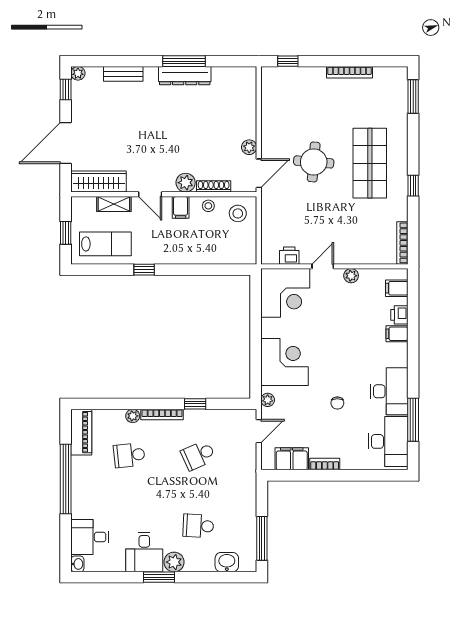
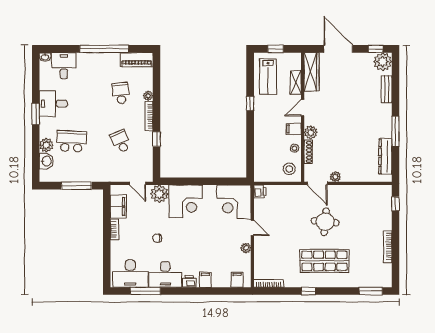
plant: (78, 73) -> (383, 62), width x1.88, depth x1.88
dresser: (185, 76) -> (385, 156), moved
printer: (289, 256) -> (260, 192), moved
printer: (399, 315) -> (189, 281), moved
plant: (268, 400) -> (159, 194), width x1.88, depth x1.88
school desk: (198, 526) -> (72, 141), width x1.85
window: (262, 538) -> (76, 186), moved
plant: (174, 562) -> (46, 145), moved

